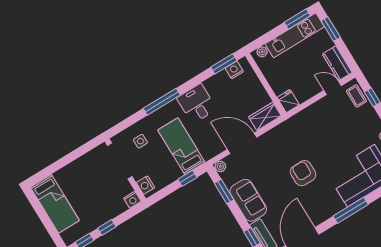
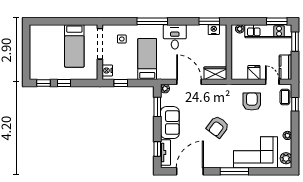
fridge: (288, 101) -> (254, 73), moved
armchair: (323, 123) -> (252, 102), added
armchair: (303, 173) -> (218, 127), turned -143
window: (187, 178) -> (121, 83), moved
nightstand: (132, 200) -> (92, 75), removed
bed: (55, 204) -> (74, 46), moved

